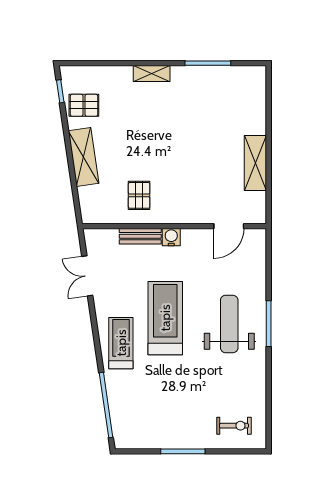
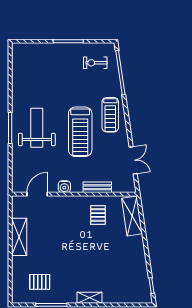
pallet: (84, 105) -> (40, 282), moved
shelving: (84, 157) -> (132, 216), moved
water cooler: (171, 237) -> (64, 187), moved
weight bench: (229, 324) -> (37, 128), turned 180
exercise bike: (234, 426) -> (95, 63), moved

